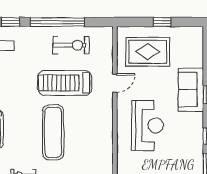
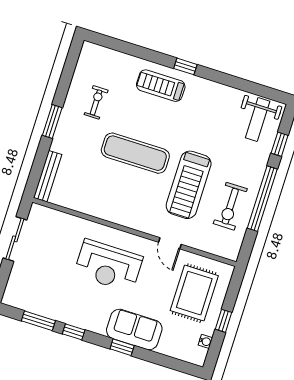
water cooler: (183, 31) -> (205, 341), added
treadmill: (65, 83) -> (189, 185), turned 180

